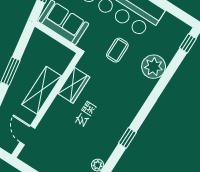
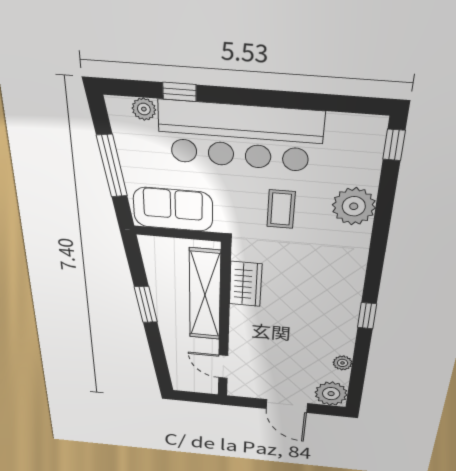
shelving: (42, 90) -> (205, 295), width x1.47

